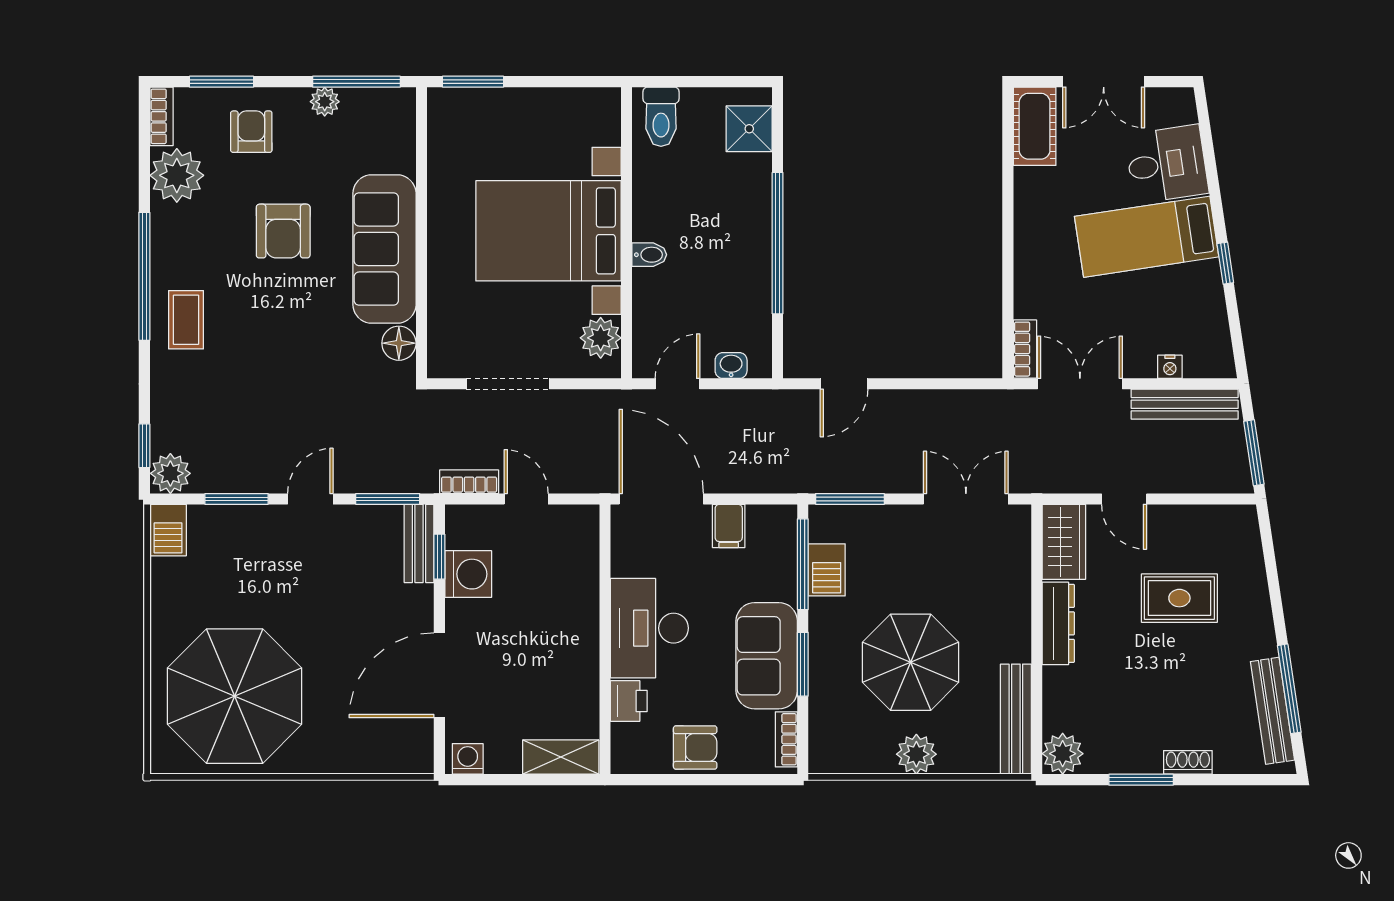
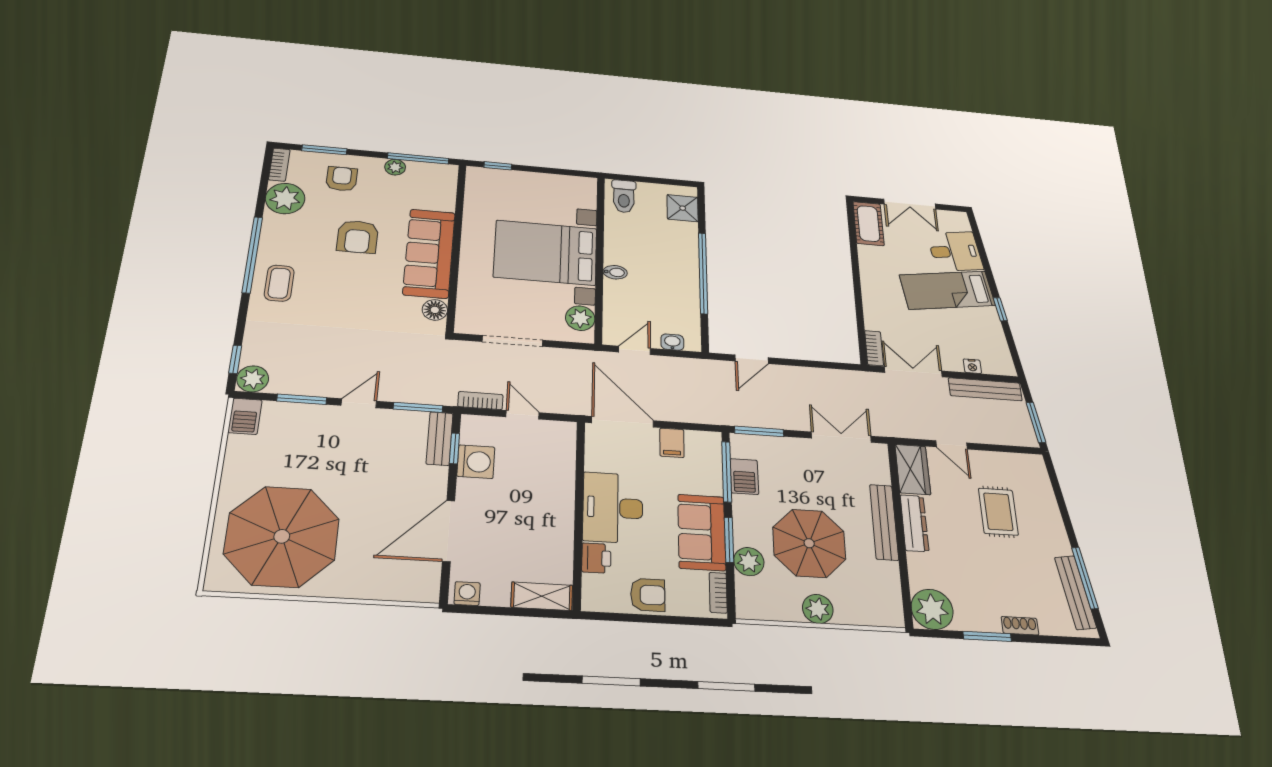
window: (473, 82) -> (498, 166), width x0.67
rug: (1179, 598) -> (998, 512), turned 90
plant: (828, 693) -> (749, 562), added
bench: (1016, 719) -> (884, 522), moved
plant: (1063, 754) -> (932, 609), width x1.36, depth x1.36

